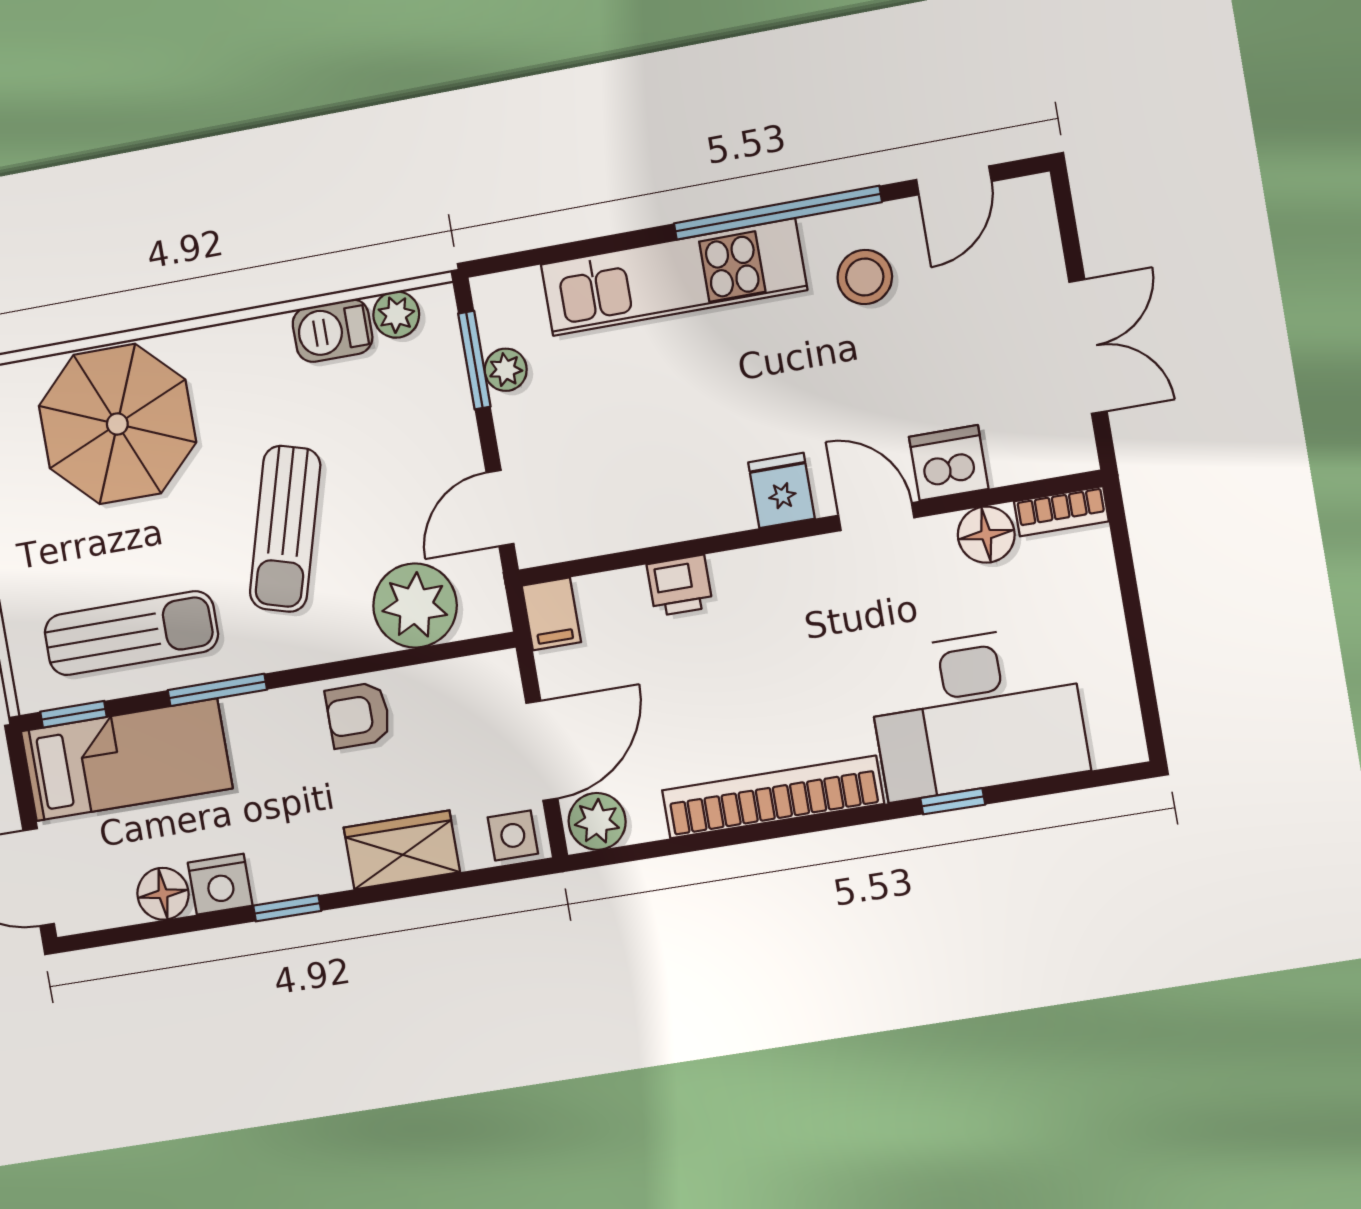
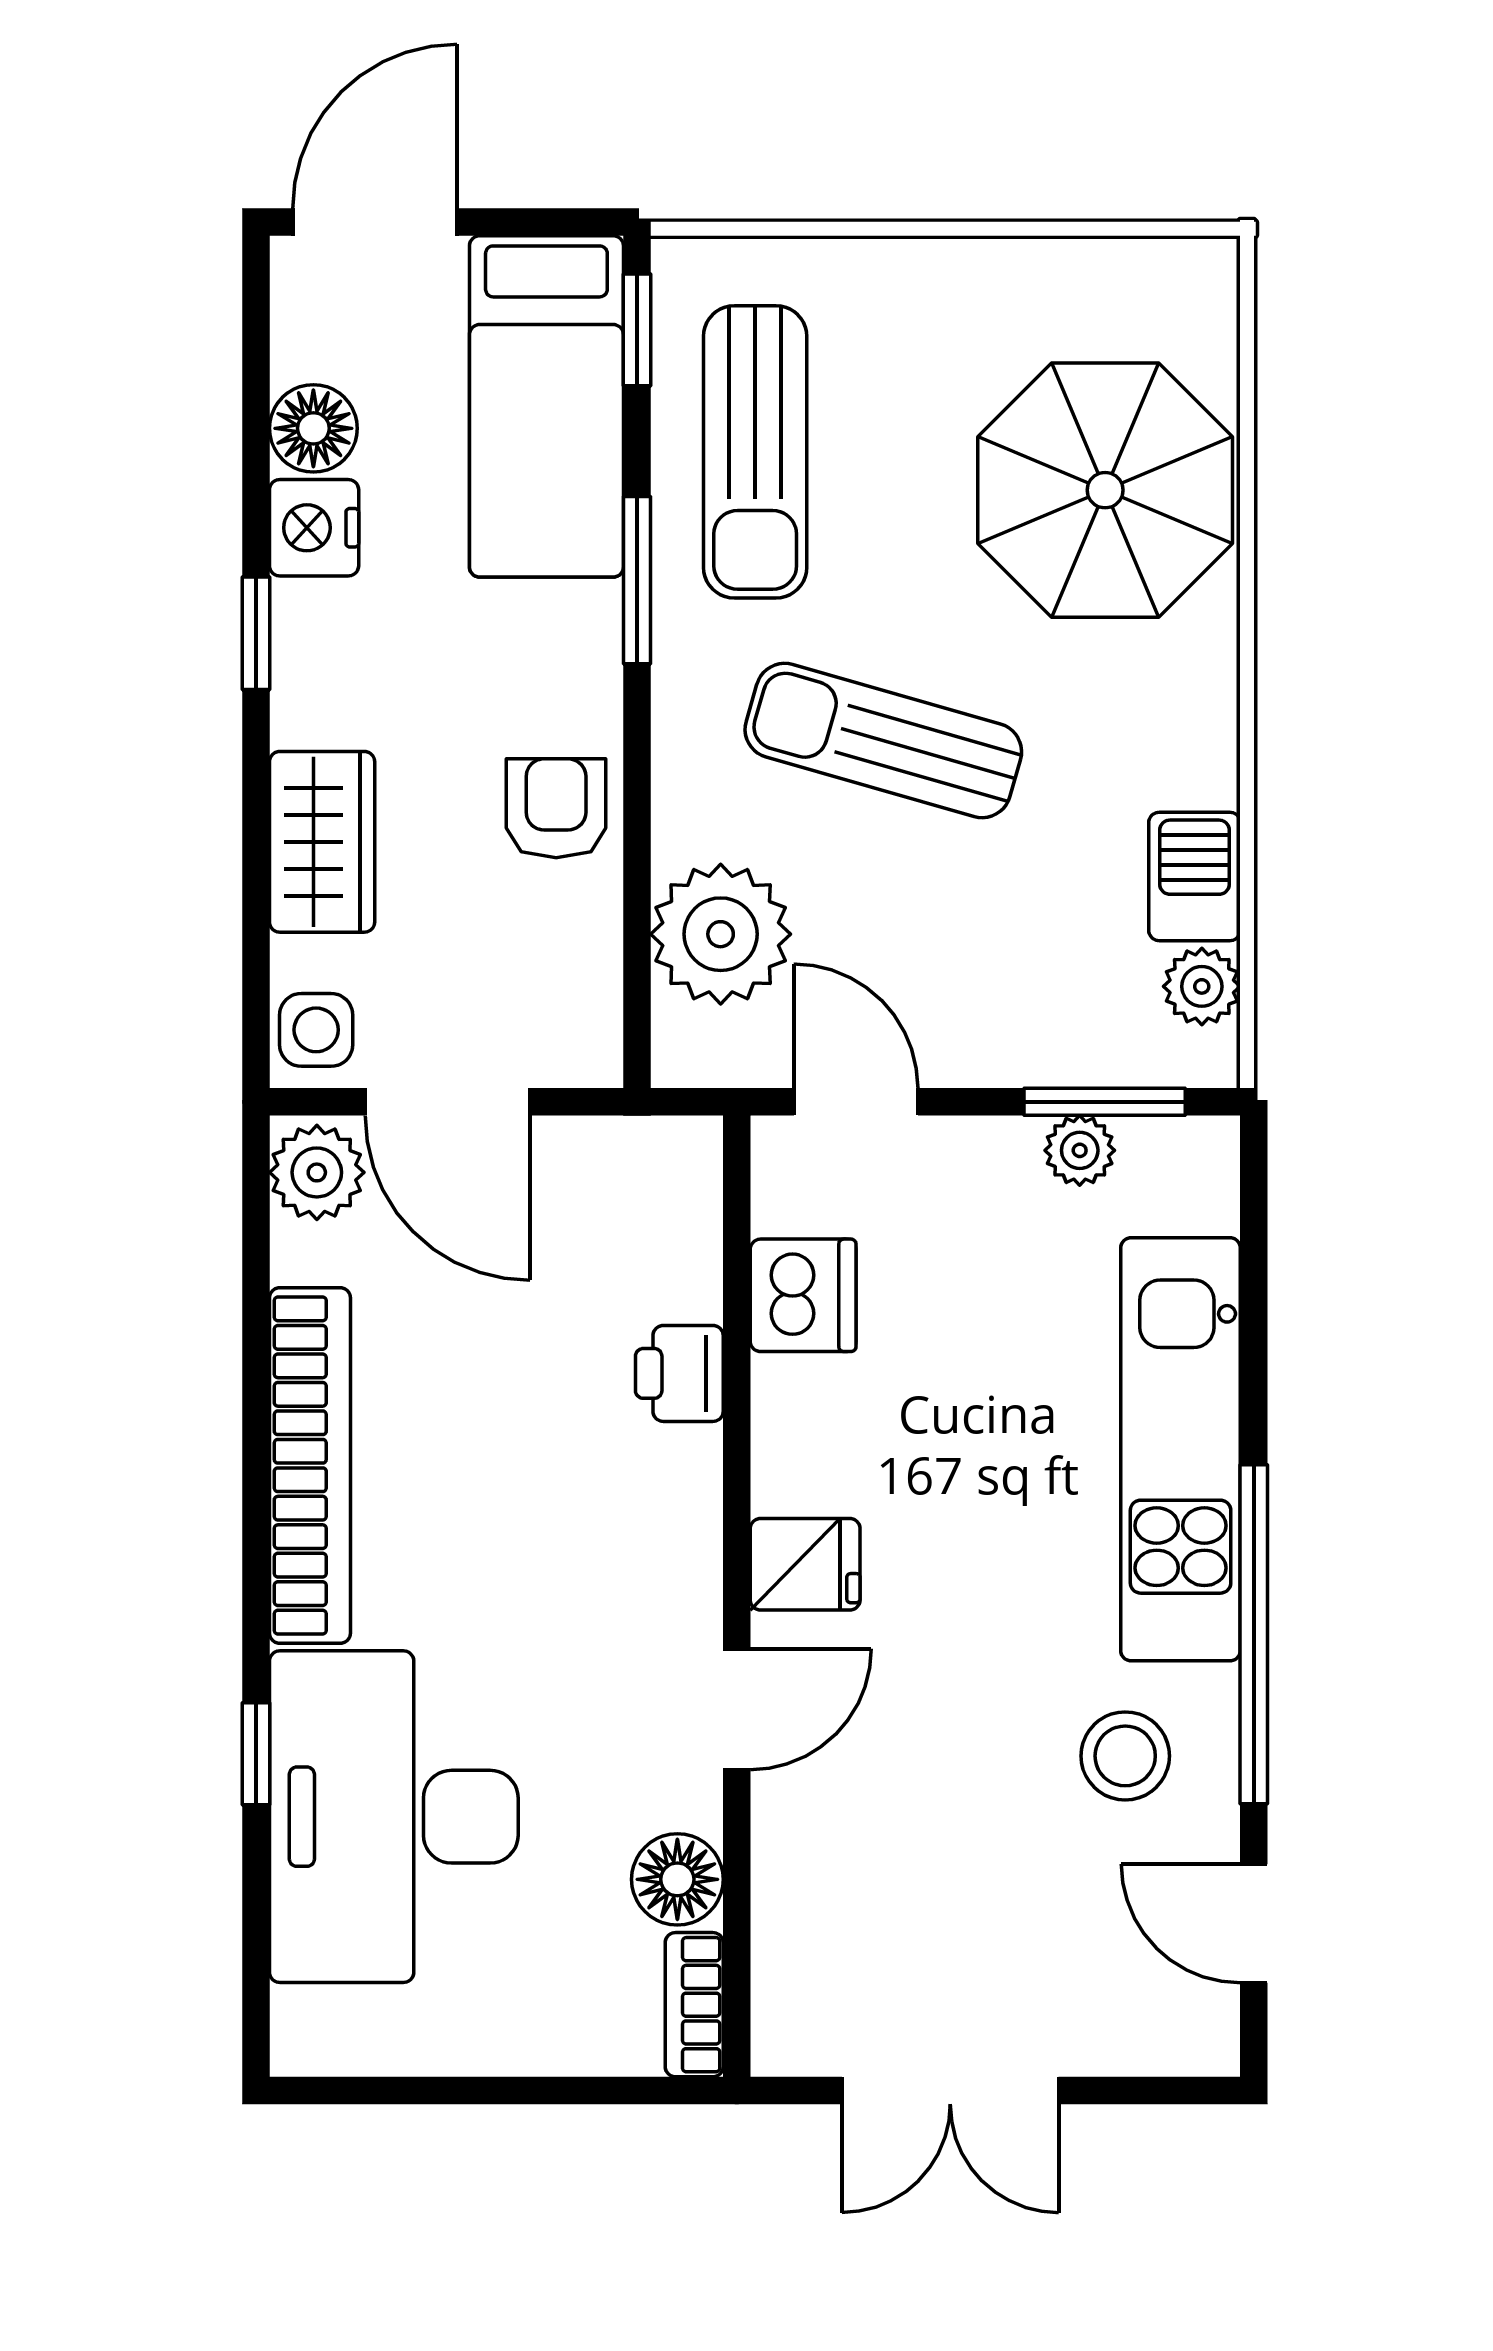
dishwasher: (949, 463) -> (803, 1295), moved
filing cabinet: (551, 614) -> (669, 1156), removed

